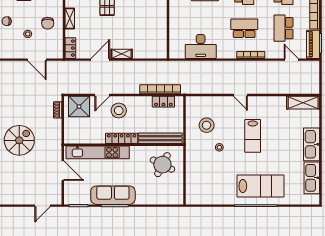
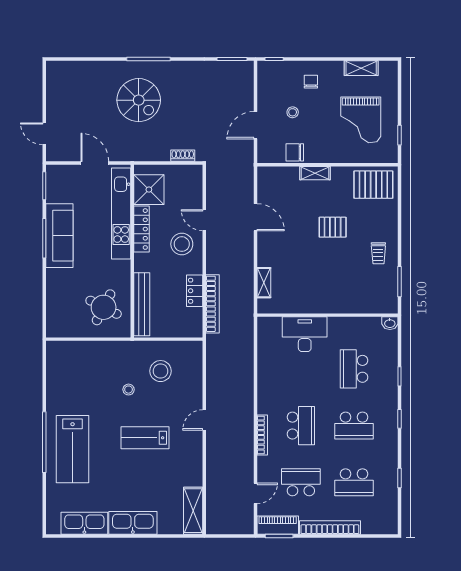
chair: (48, 23) -> (295, 152), moved
desk: (201, 46) -> (305, 334), moved, turned 90
locker: (70, 48) -> (272, 174), removed
shelving: (122, 54) -> (264, 283), moved
locker: (163, 102) -> (195, 291), moved
shower: (79, 107) -> (149, 190), moved
locker: (122, 138) -> (141, 229), moved
door: (63, 171) -> (95, 163), swing flipped

